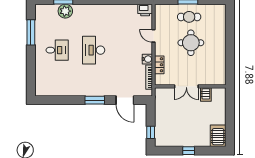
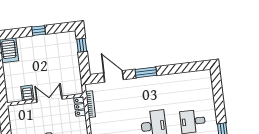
water cooler: (147, 59) -> (95, 123), removed
locker: (159, 65) -> (80, 107), moved

